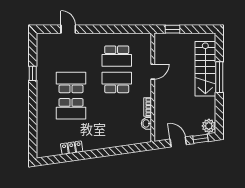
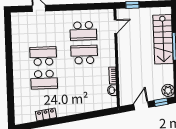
door: (153, 72) -> (115, 26), moved
window: (33, 73) -> (9, 49), removed
door: (178, 142) -> (141, 106), hinge flipped

